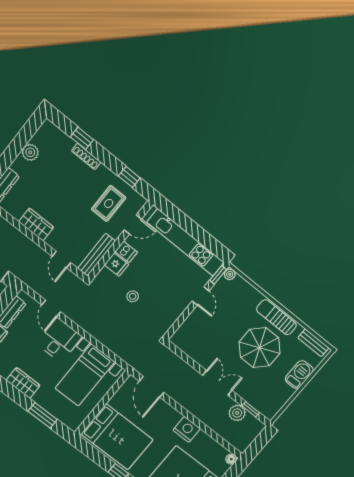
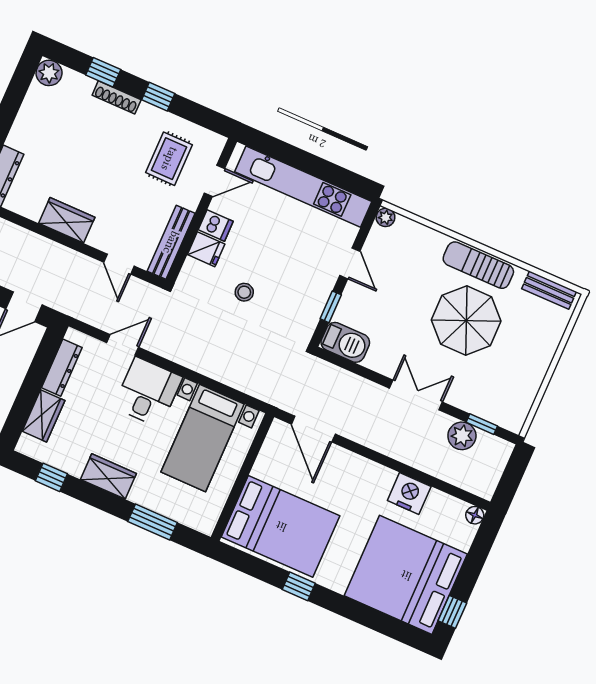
plant: (30, 152) -> (49, 73), moved
window: (129, 177) -> (158, 97), moved
window: (218, 275) -> (331, 307), moved
door: (51, 308) -> (123, 345), swing flipped
barbecue: (299, 375) -> (345, 342), moved, turned 90
nightstand: (187, 429) -> (409, 494), moved

